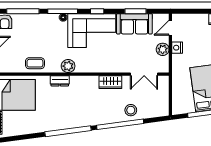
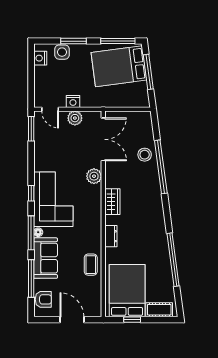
window: (135, 11) -> (31, 129), moved
sofa: (134, 24) -> (46, 258), moved
plant: (68, 66) -> (94, 176), moved
double door: (144, 74) -> (103, 139), width x1.37
wardrobe: (110, 82) -> (112, 202), moved
window: (68, 131) -> (173, 260), moved

